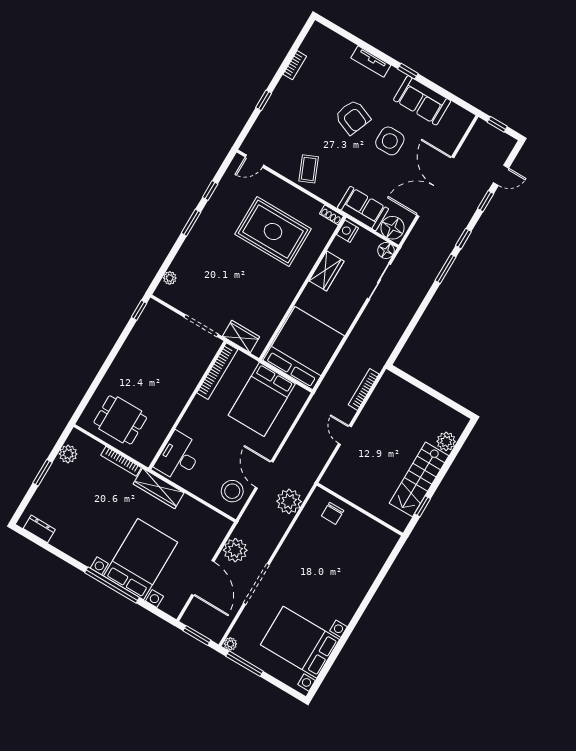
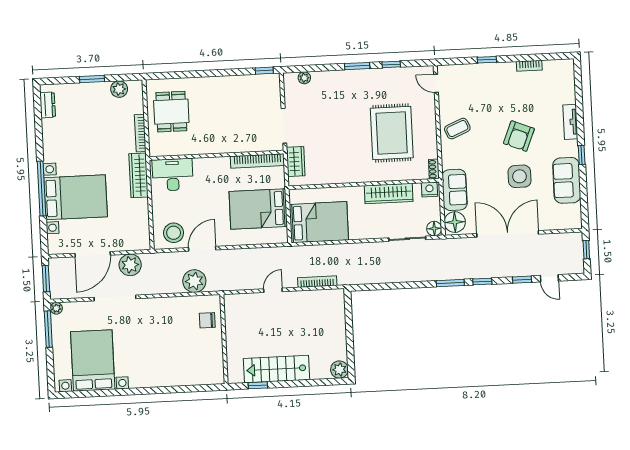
wardrobe: (326, 271) -> (389, 194), width x1.50
bed: (304, 348) -> (319, 222), width x0.73
plant: (446, 441) -> (339, 370), moved

